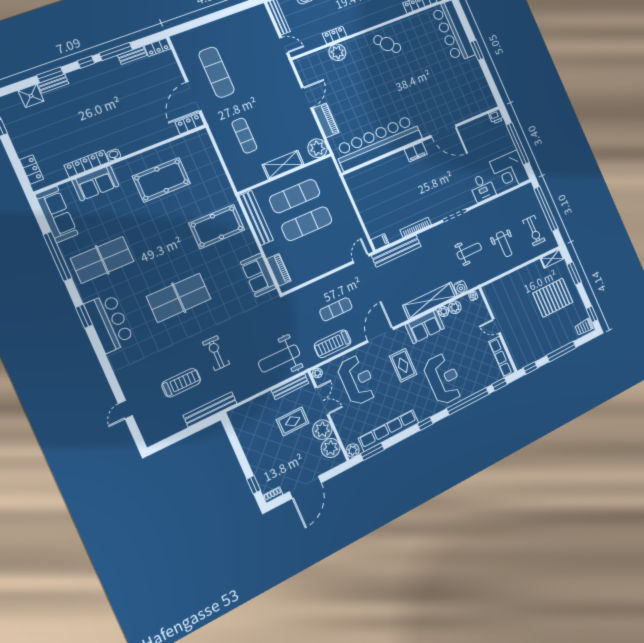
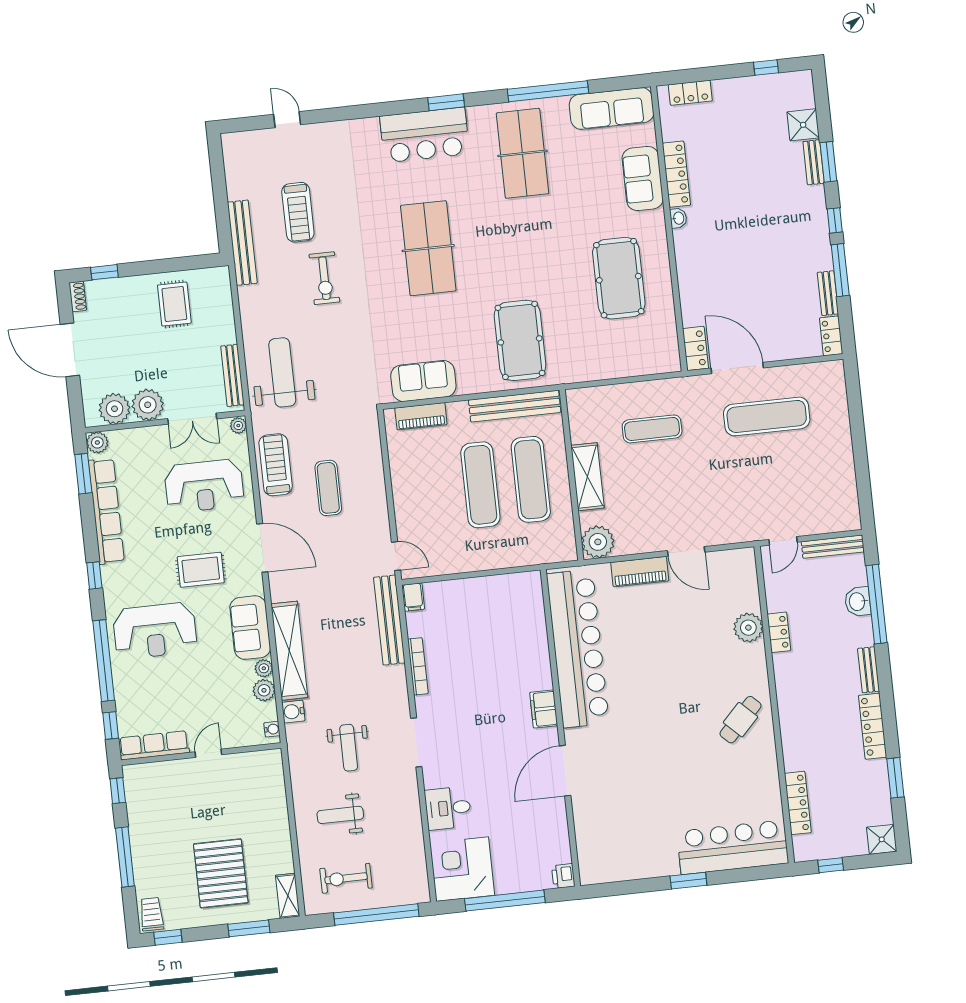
exercise bike: (216, 353) -> (324, 278), turned 90
rug: (293, 421) -> (174, 304), moved

